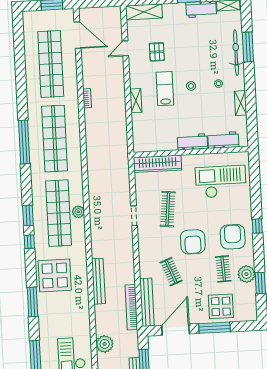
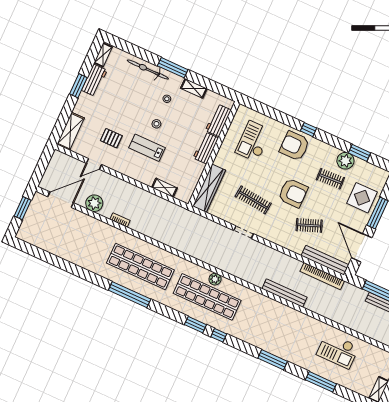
window: (248, 47) -> (173, 68), moved
door: (125, 48) -> (94, 164), hinge flipped
shop shelf: (51, 64) -> (74, 236), removed
shelving: (136, 101) -> (164, 188), moved
checkout: (221, 182) -> (253, 141), width x0.73, depth x0.83
armchair: (233, 237) -> (294, 146), moved
display table: (55, 276) -> (260, 329), removed
plant: (105, 344) -> (94, 203), moved

